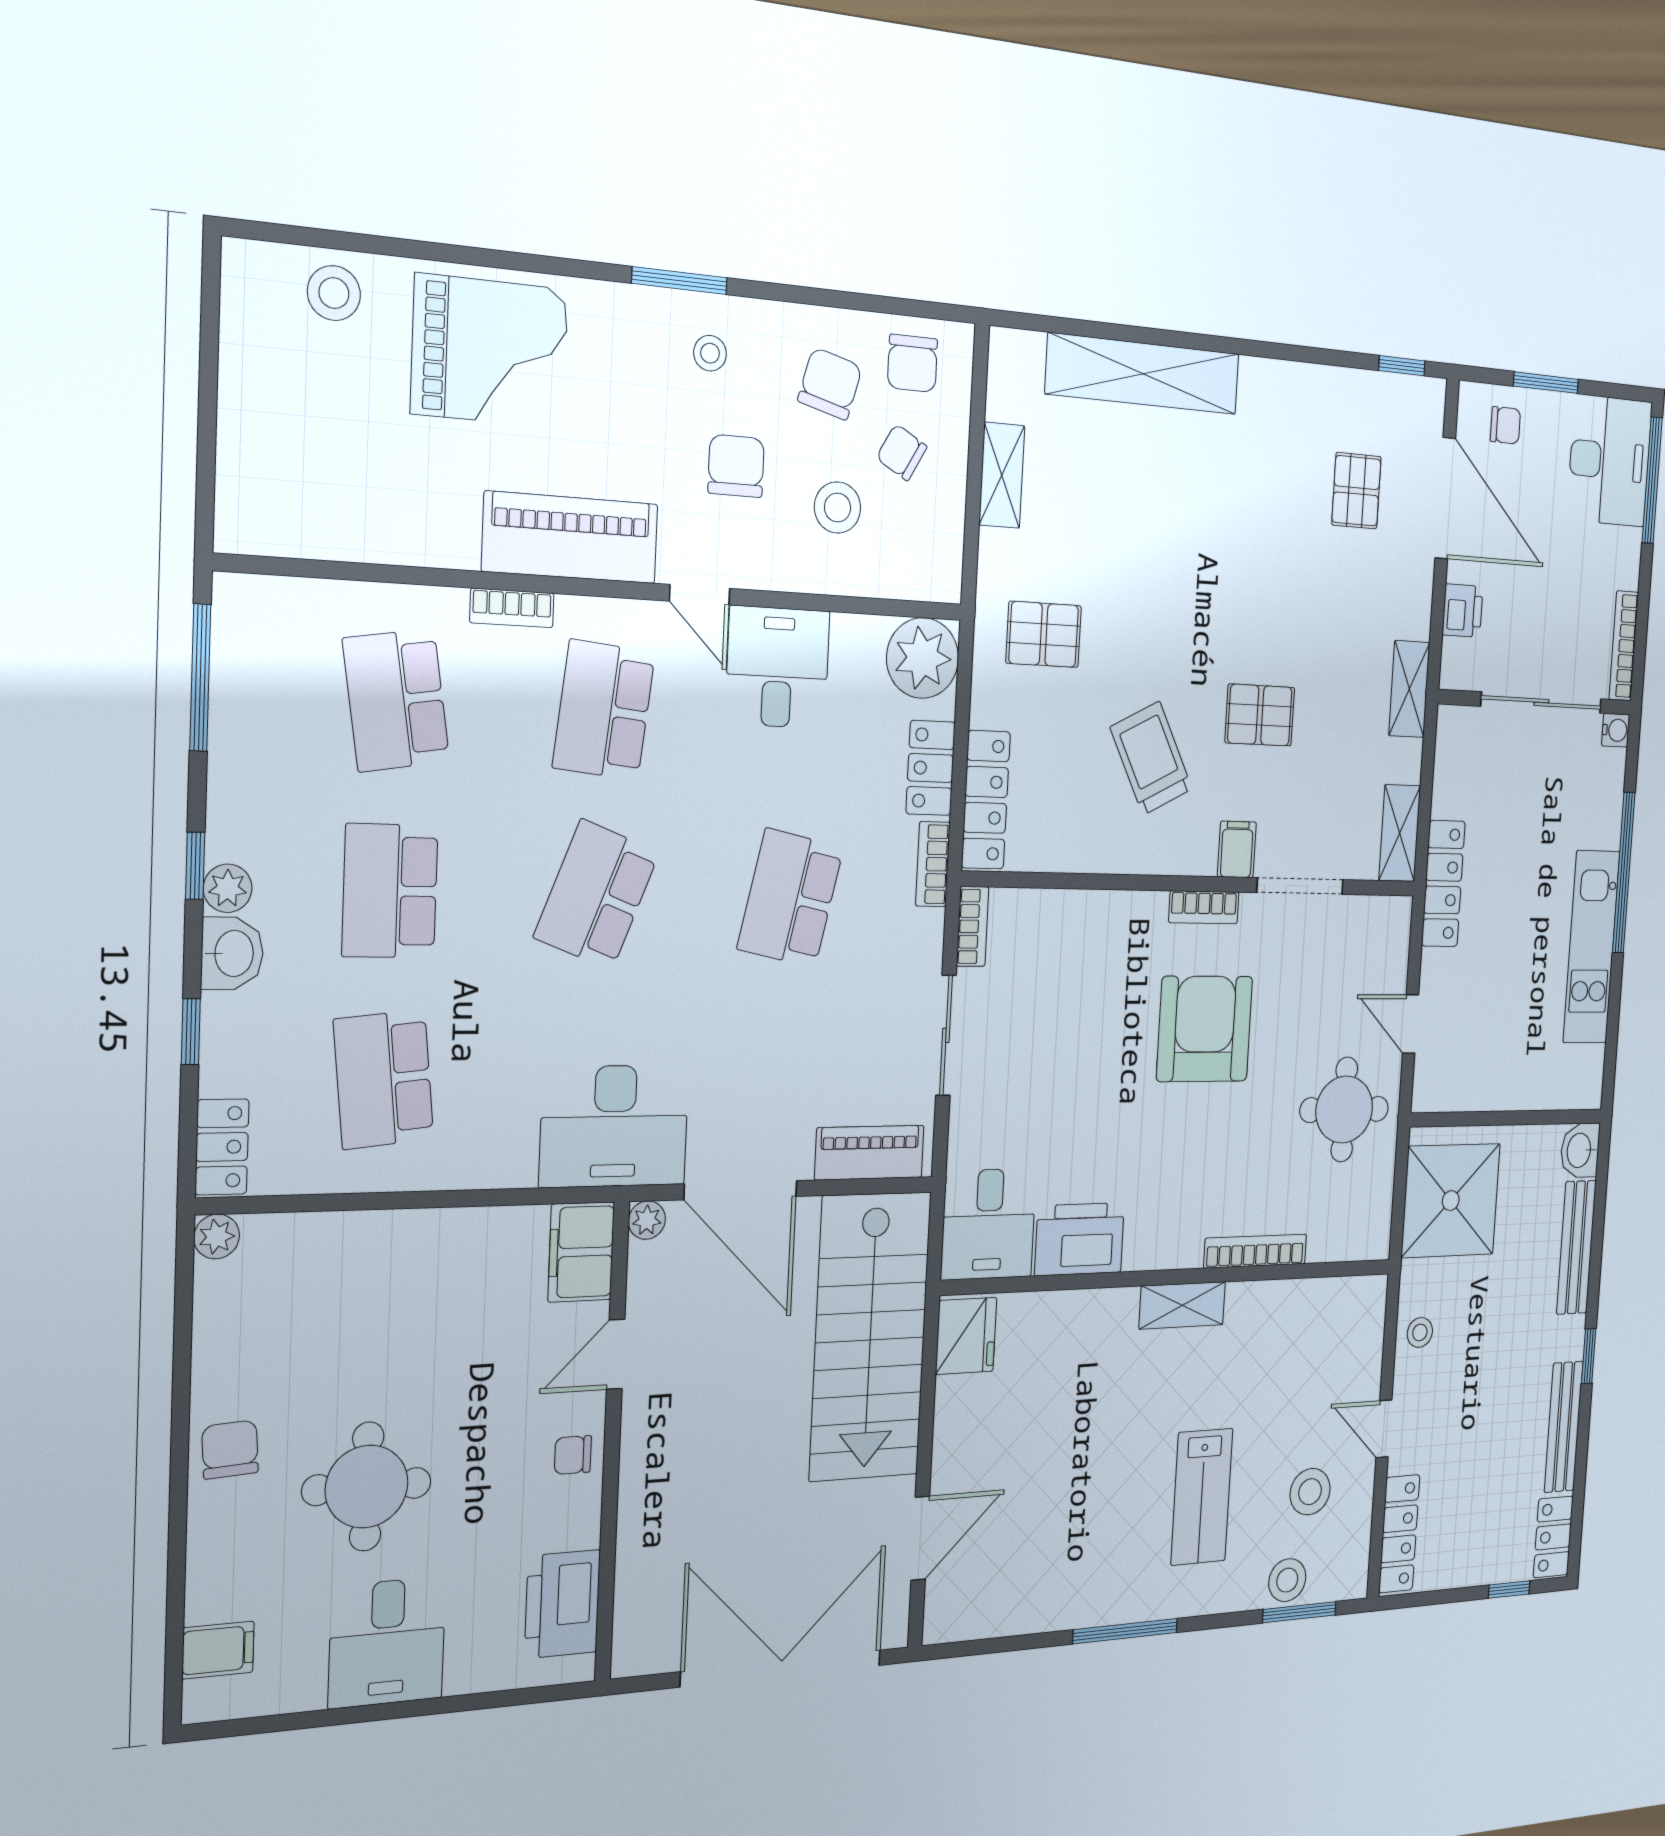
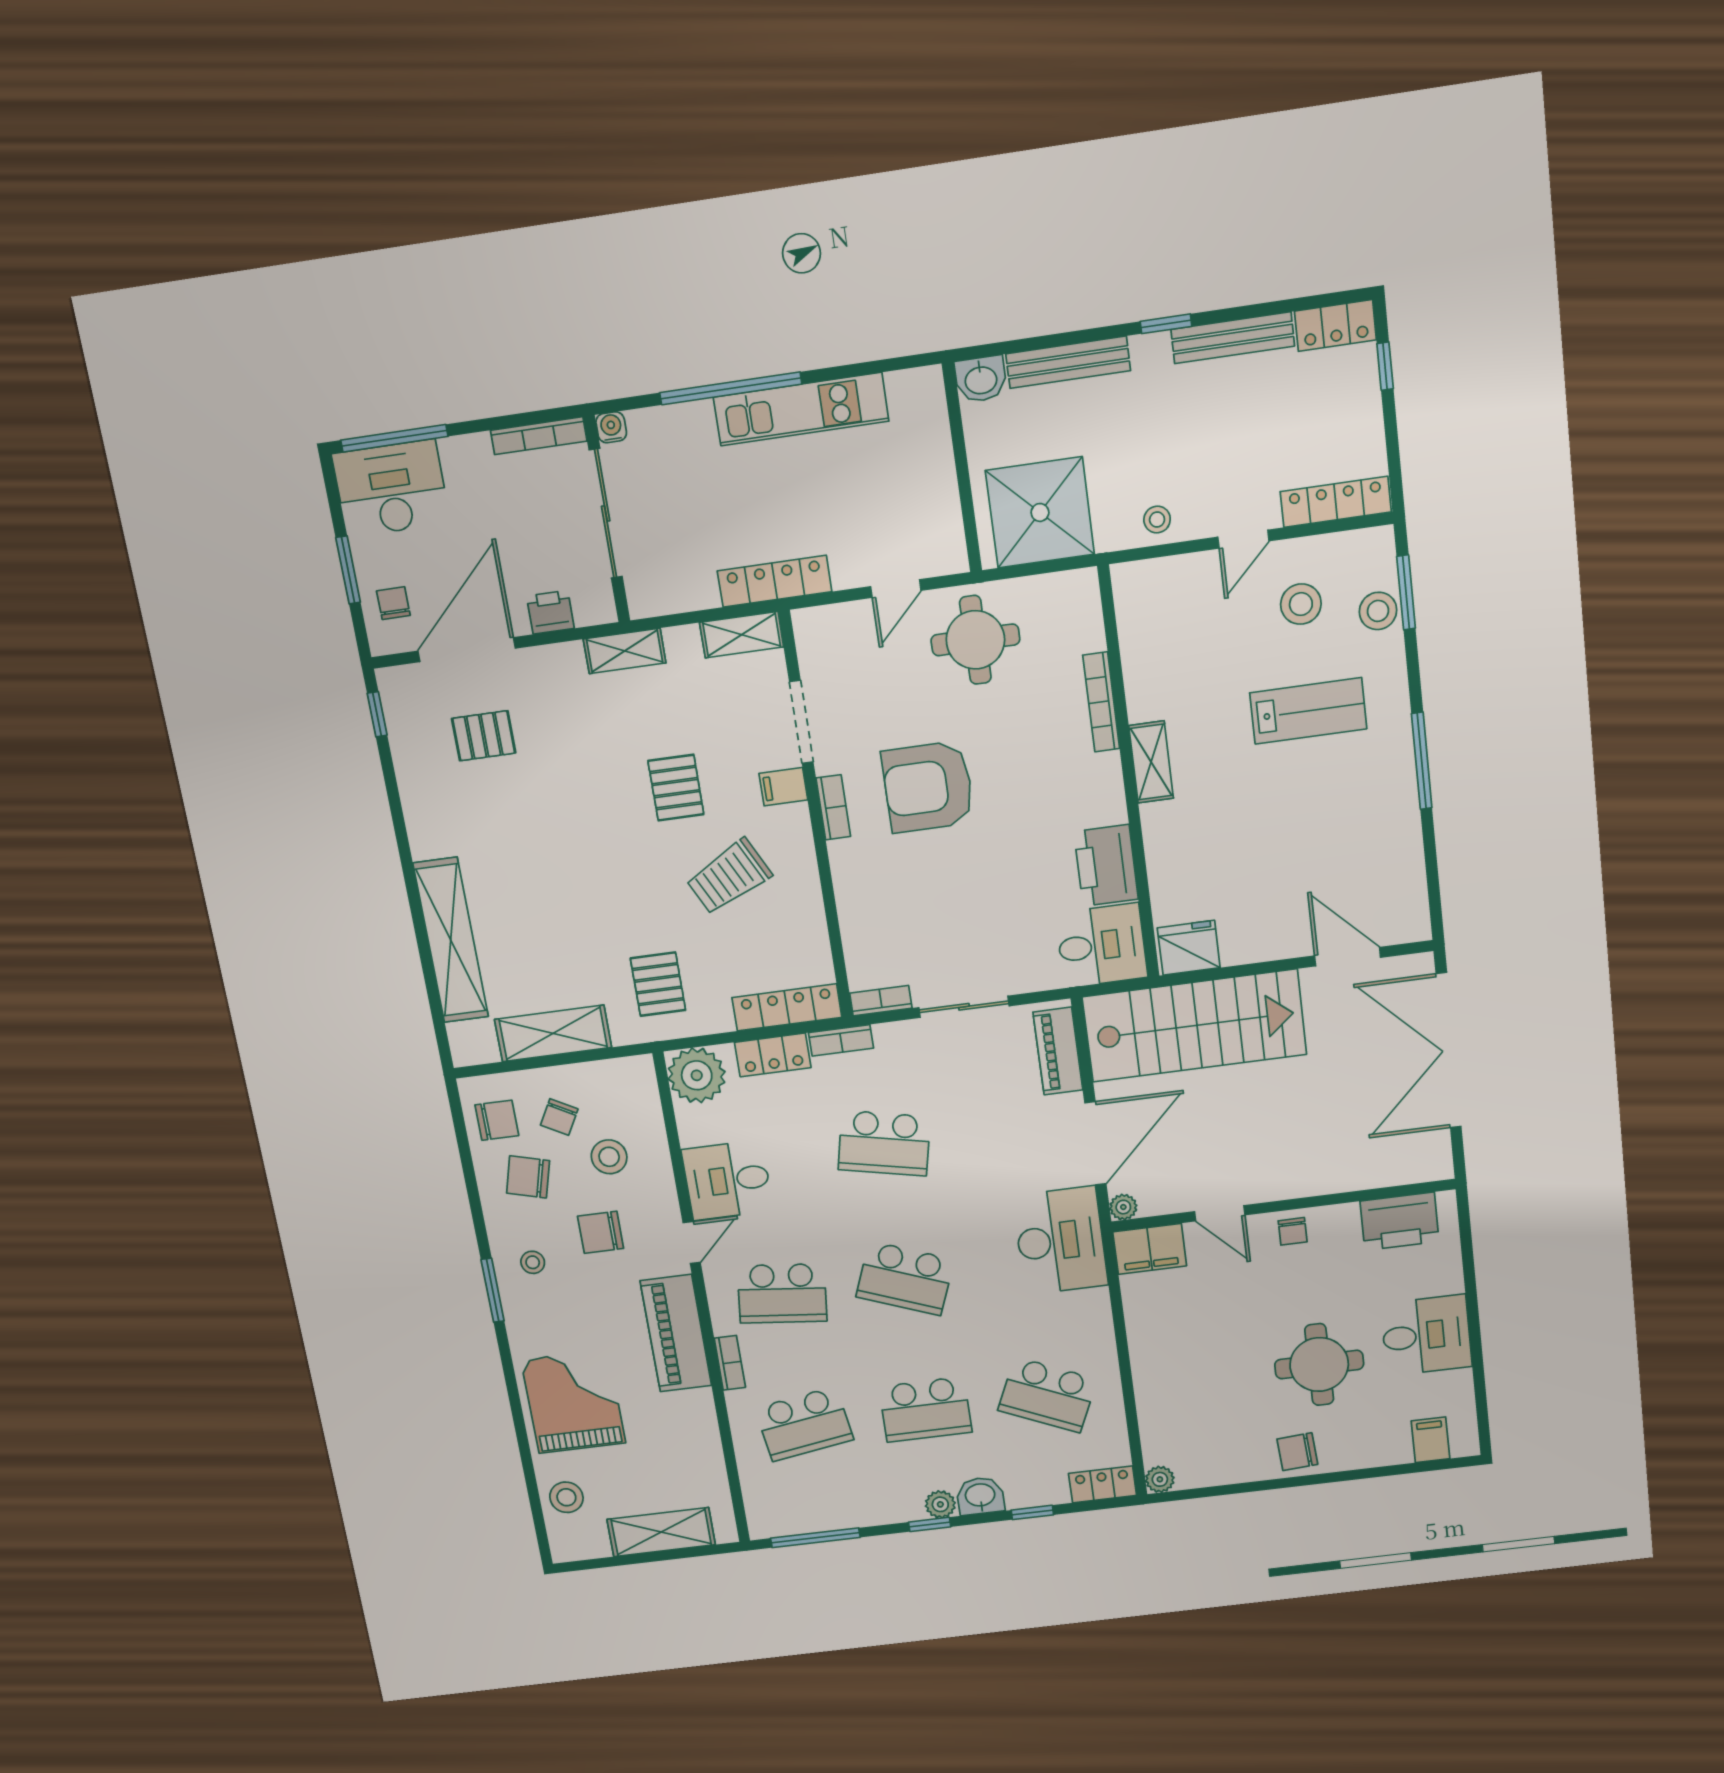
shelving: (249, 430) -> (661, 1532), added
shelving: (1002, 475) -> (553, 1033), width x1.50, depth x1.33
school desk: (384, 1079) -> (1047, 1395), turned 30

